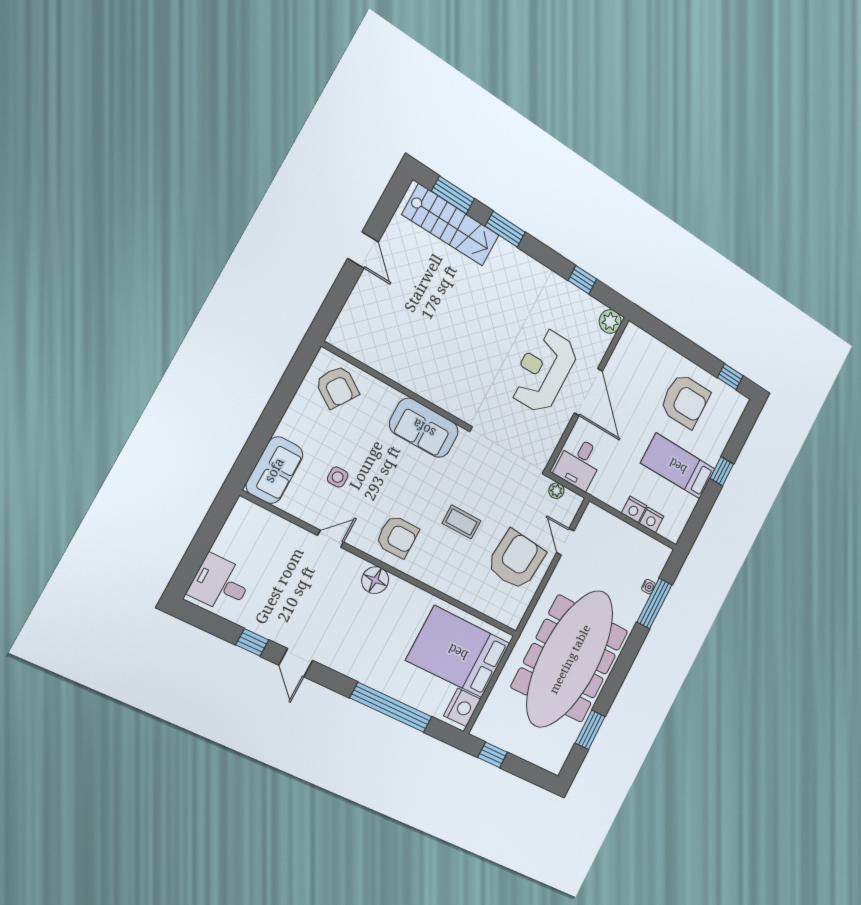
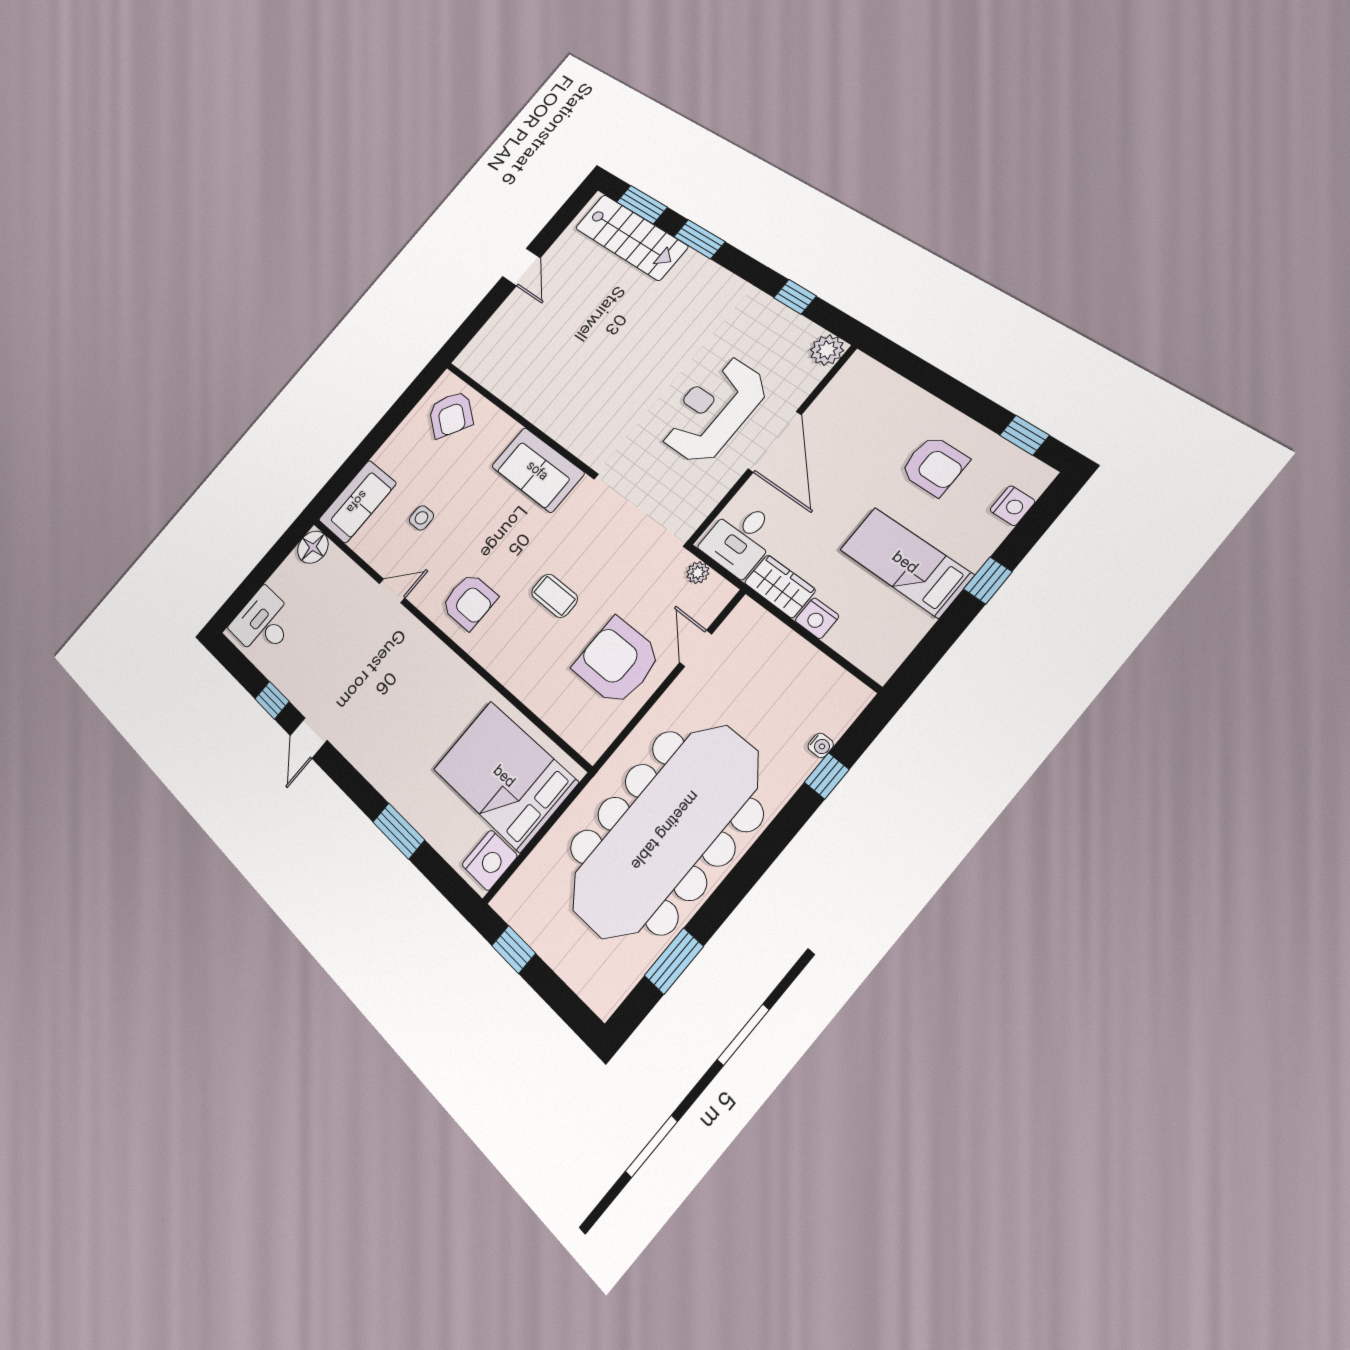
armchair: (685, 401) -> (934, 466), width x0.73, depth x0.73
wardrobe: (609, 492) -> (780, 586), added
nightstand: (652, 520) -> (1012, 506), moved, turned -90
armchair: (516, 560) -> (617, 661), turned -95
floor lamp: (375, 580) -> (313, 547), moved
window: (654, 603) -> (827, 776), width x0.46
window: (391, 707) -> (399, 831), width x0.47

